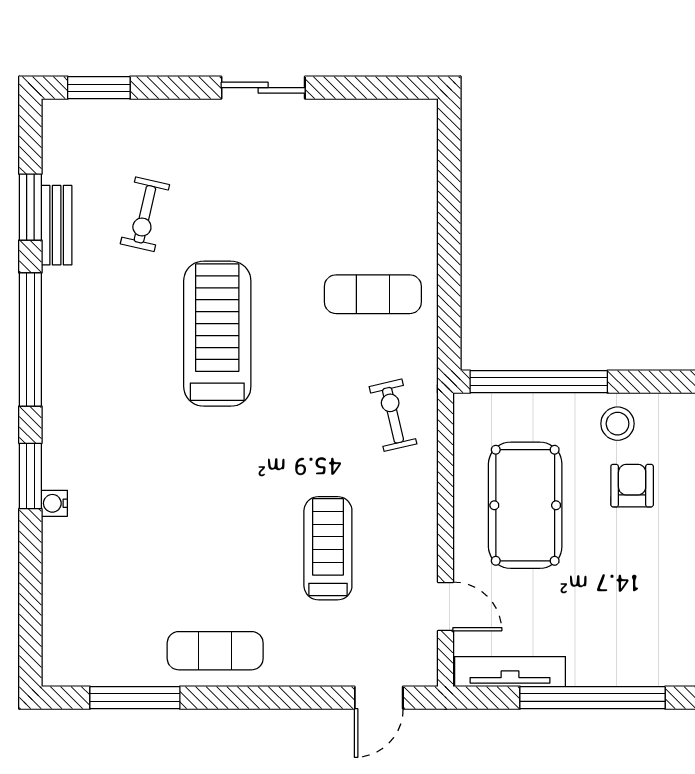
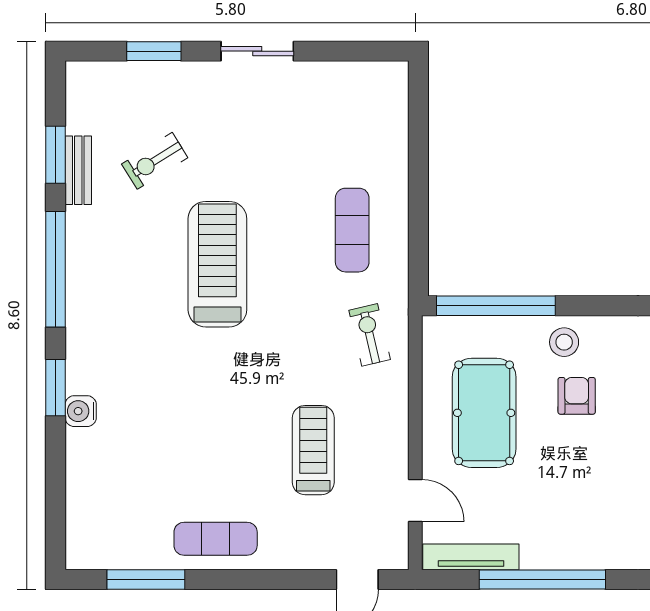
window: (99, 88) -> (154, 51), moved
exercise bike: (145, 214) -> (155, 161), turned 45
exercise mat: (373, 294) -> (352, 230), turned 90
water cooler: (54, 503) -> (81, 411), width x1.38, depth x1.38

